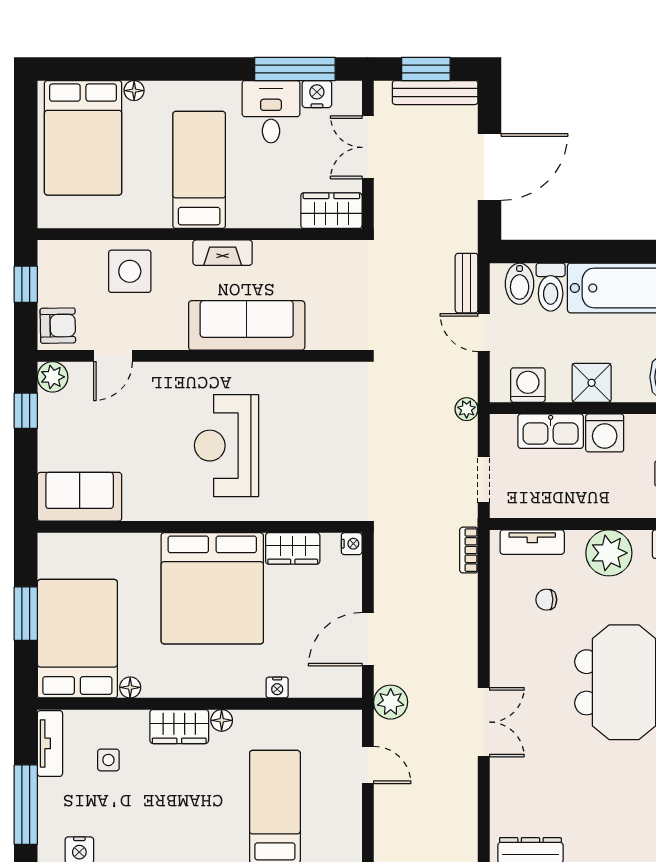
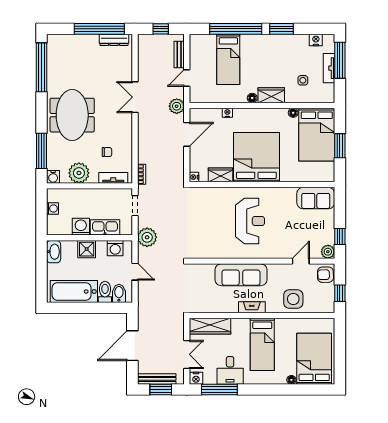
nightstand: (317, 94) -> (196, 378), moved
wardrobe: (331, 211) -> (210, 326), width x1.50
bench: (467, 283) -> (179, 55), moved
plant: (467, 409) -> (147, 237), width x1.87, depth x1.87
tv unit: (50, 743) -> (329, 68), moved
door: (368, 765) -> (187, 78), hinge flipped

